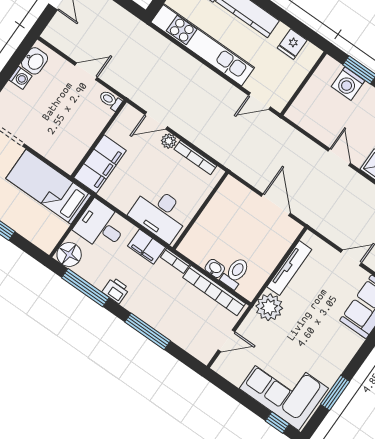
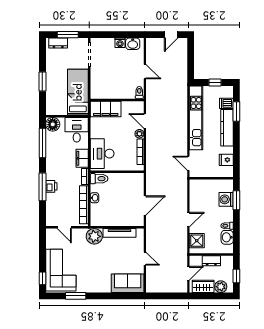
toilet: (235, 273) -> (99, 179), moved
printer: (116, 290) -> (51, 186), moved

